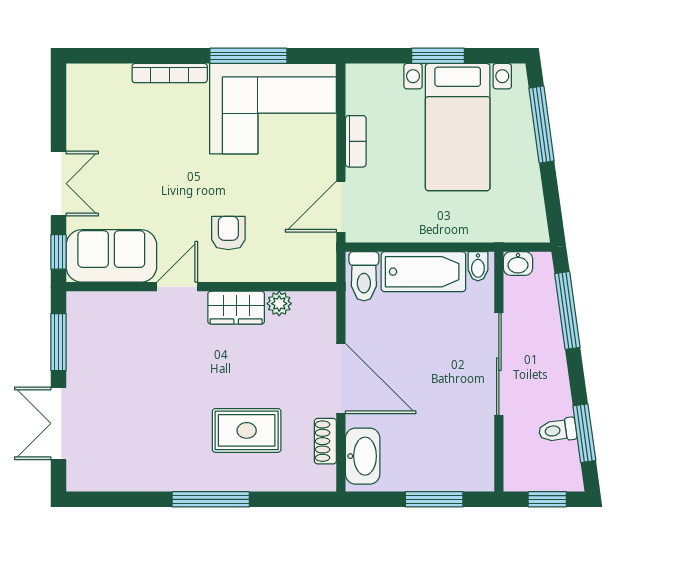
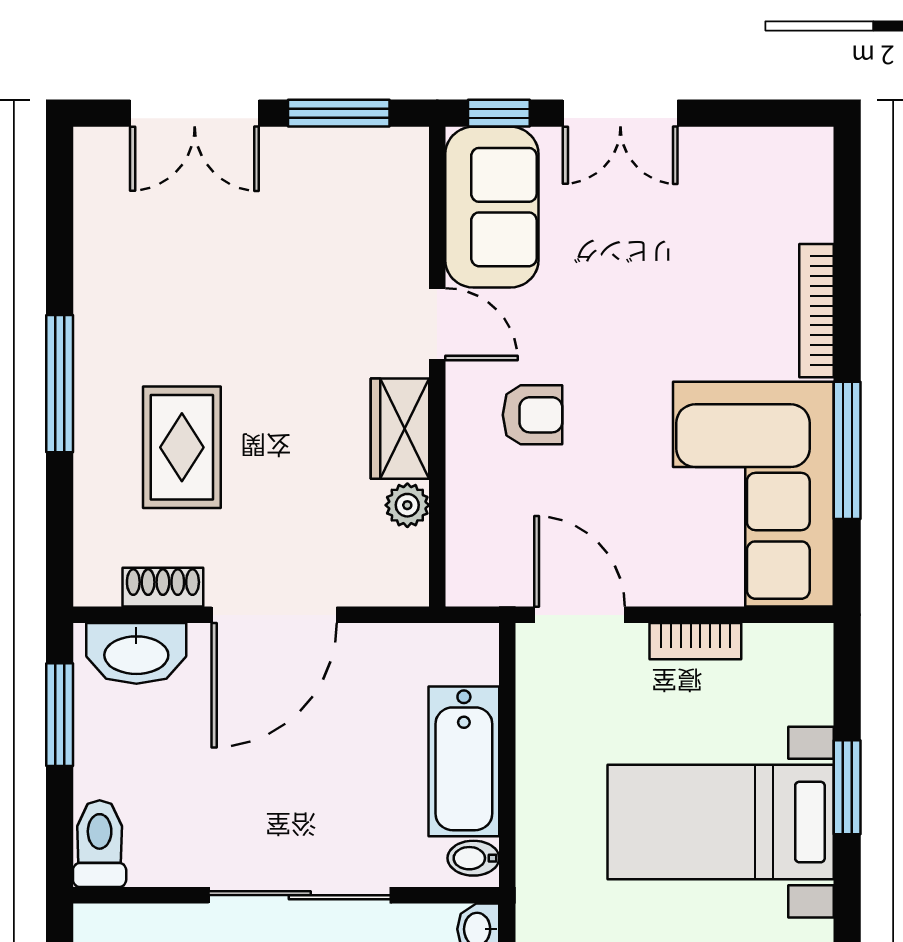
toilet: (364, 276) -> (100, 844), moved, turned 90
double door: (58, 423) -> (195, 113), swing flipped
window: (434, 499) -> (60, 715), moved

